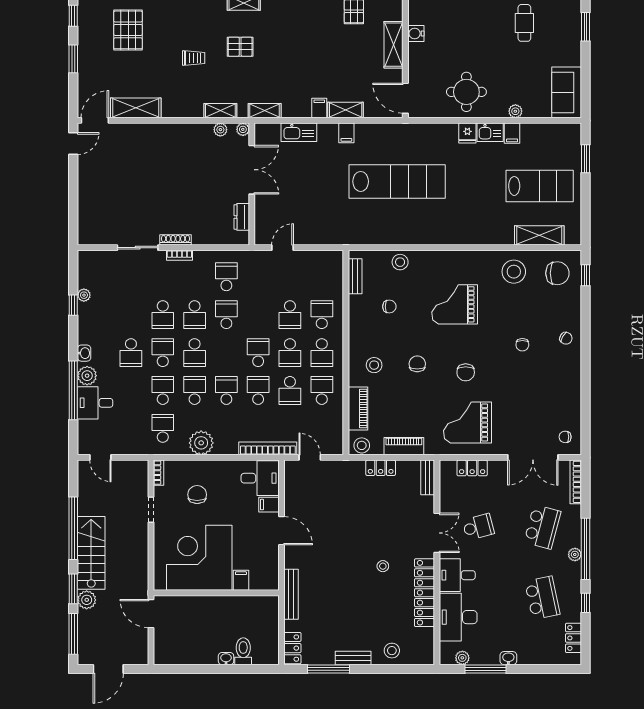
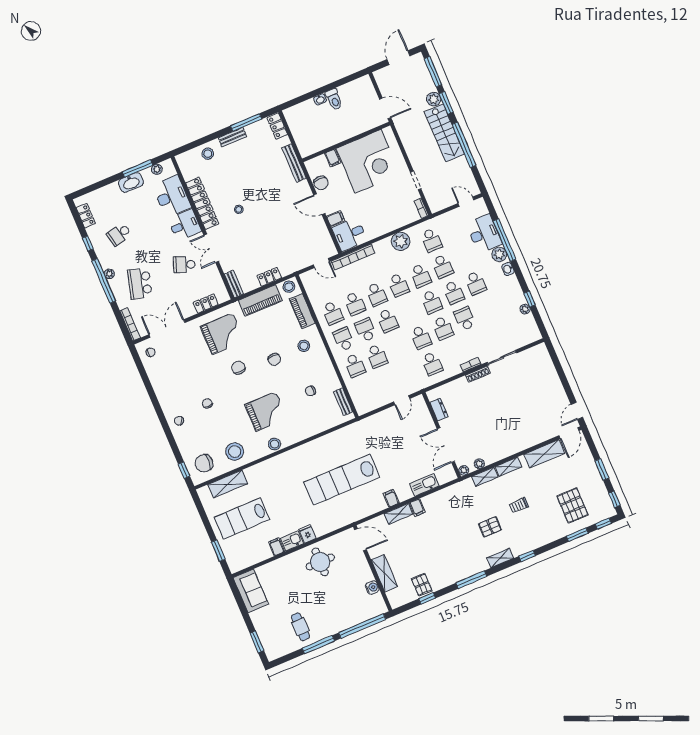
shelving: (265, 111) -> (508, 467), moved
plant: (515, 111) -> (281, 563), removed
stool: (400, 262) -> (274, 444), moved
school desk: (195, 315) -> (443, 328), turned 180
school desk: (290, 315) -> (377, 356), turned 180
school desk: (131, 353) -> (476, 283), turned 180
school desk: (195, 353) -> (432, 302), turned 180
school desk: (290, 390) -> (355, 304), turned 180
desk: (95, 403) -> (484, 234), width x1.37
piano: (404, 446) -> (260, 301), width x1.37, depth x1.33
chair: (197, 495) -> (321, 183), moved
school desk: (478, 527) -> (184, 265), turned 36
school desk: (542, 598) -> (119, 234), width x0.54
toilet: (243, 651) -> (334, 99), moved
washbasin: (508, 658) -> (131, 182), width x1.91, depth x1.45

